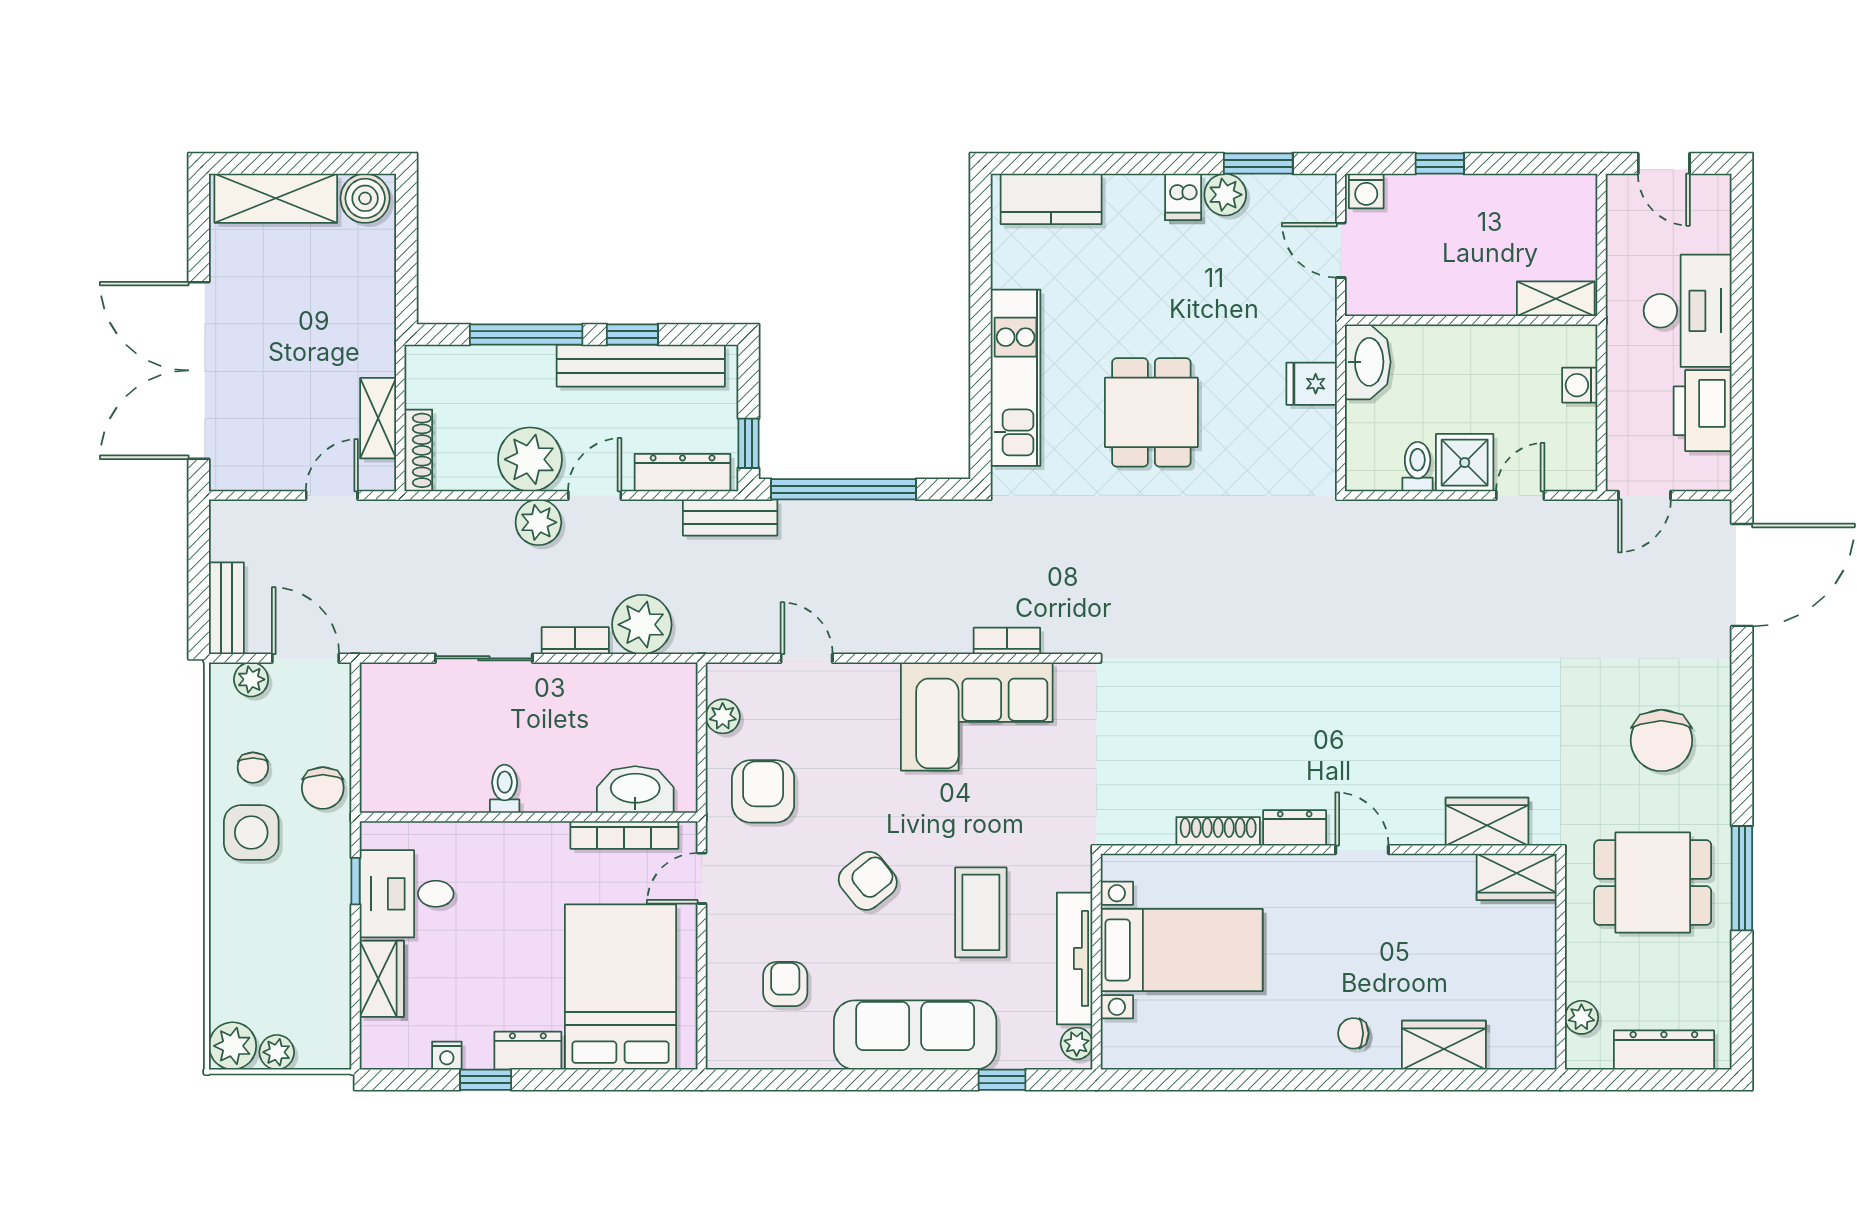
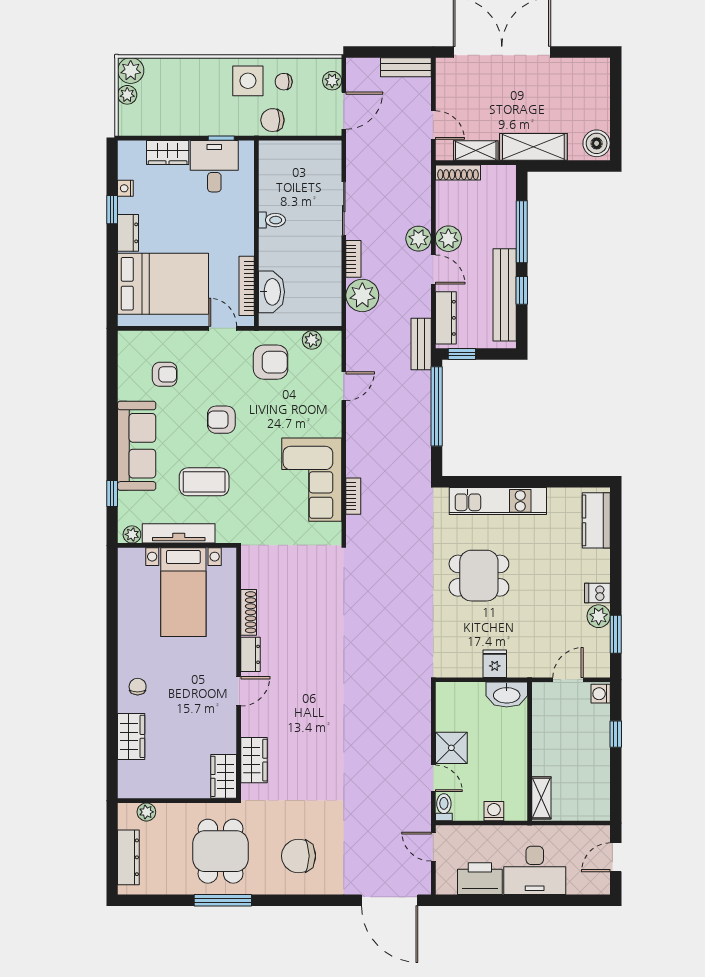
shelving: (276, 198) -> (533, 147), moved, turned 90
plant: (530, 459) -> (448, 239), width x0.73, depth x0.73
toilet: (1418, 467) -> (444, 807), moved, turned -90
bench: (226, 608) -> (406, 67), moved
armchair: (868, 881) -> (221, 420), turned 129

